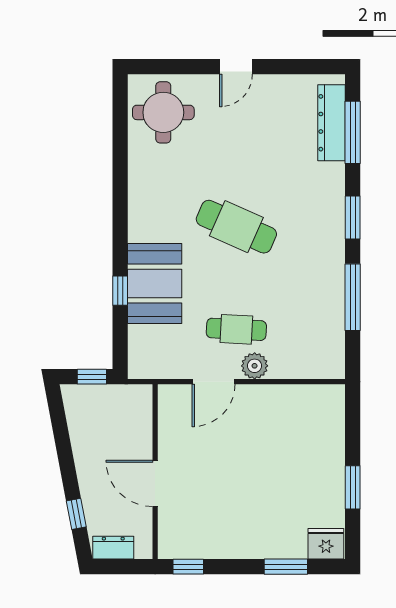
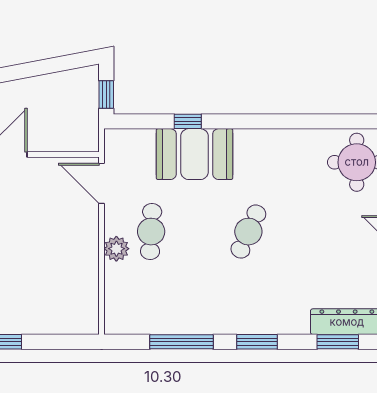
window: (353, 132) -> (338, 342), width x0.69
cafe table: (236, 227) -> (248, 232), width x0.73, depth x0.74
door: (214, 382) -> (102, 183), moved

